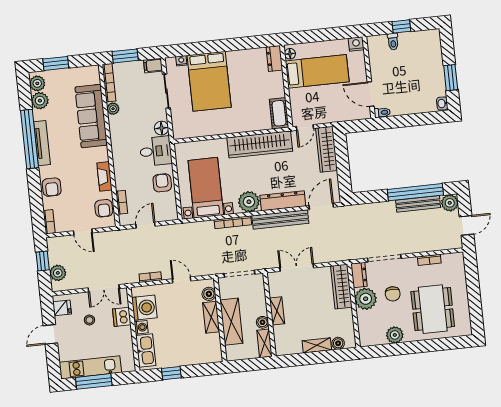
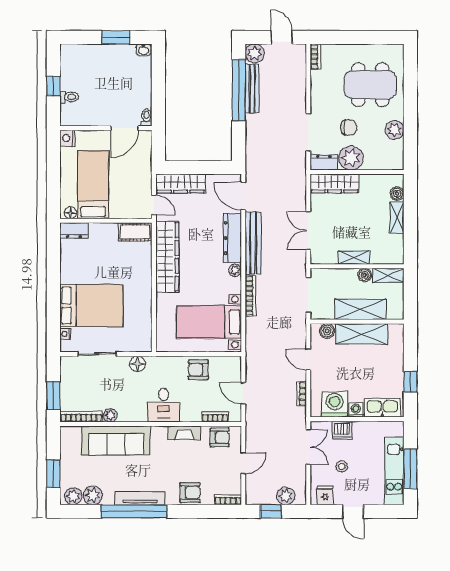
filing cabinet: (153, 66) -> (67, 366), removed
desk: (156, 151) -> (164, 405), moved, turned 180
plant: (249, 202) -> (235, 270), width x0.53, depth x0.53
bookcase: (429, 260) -> (315, 57), moved
door: (182, 280) -> (308, 360), hinge flipped
shelving: (211, 317) -> (362, 334), width x1.50, depth x1.33

